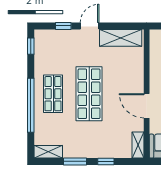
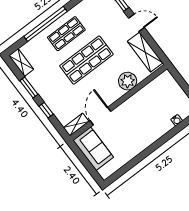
plant: (134, 72) -> (128, 81), added
door: (147, 106) -> (100, 116), moved

